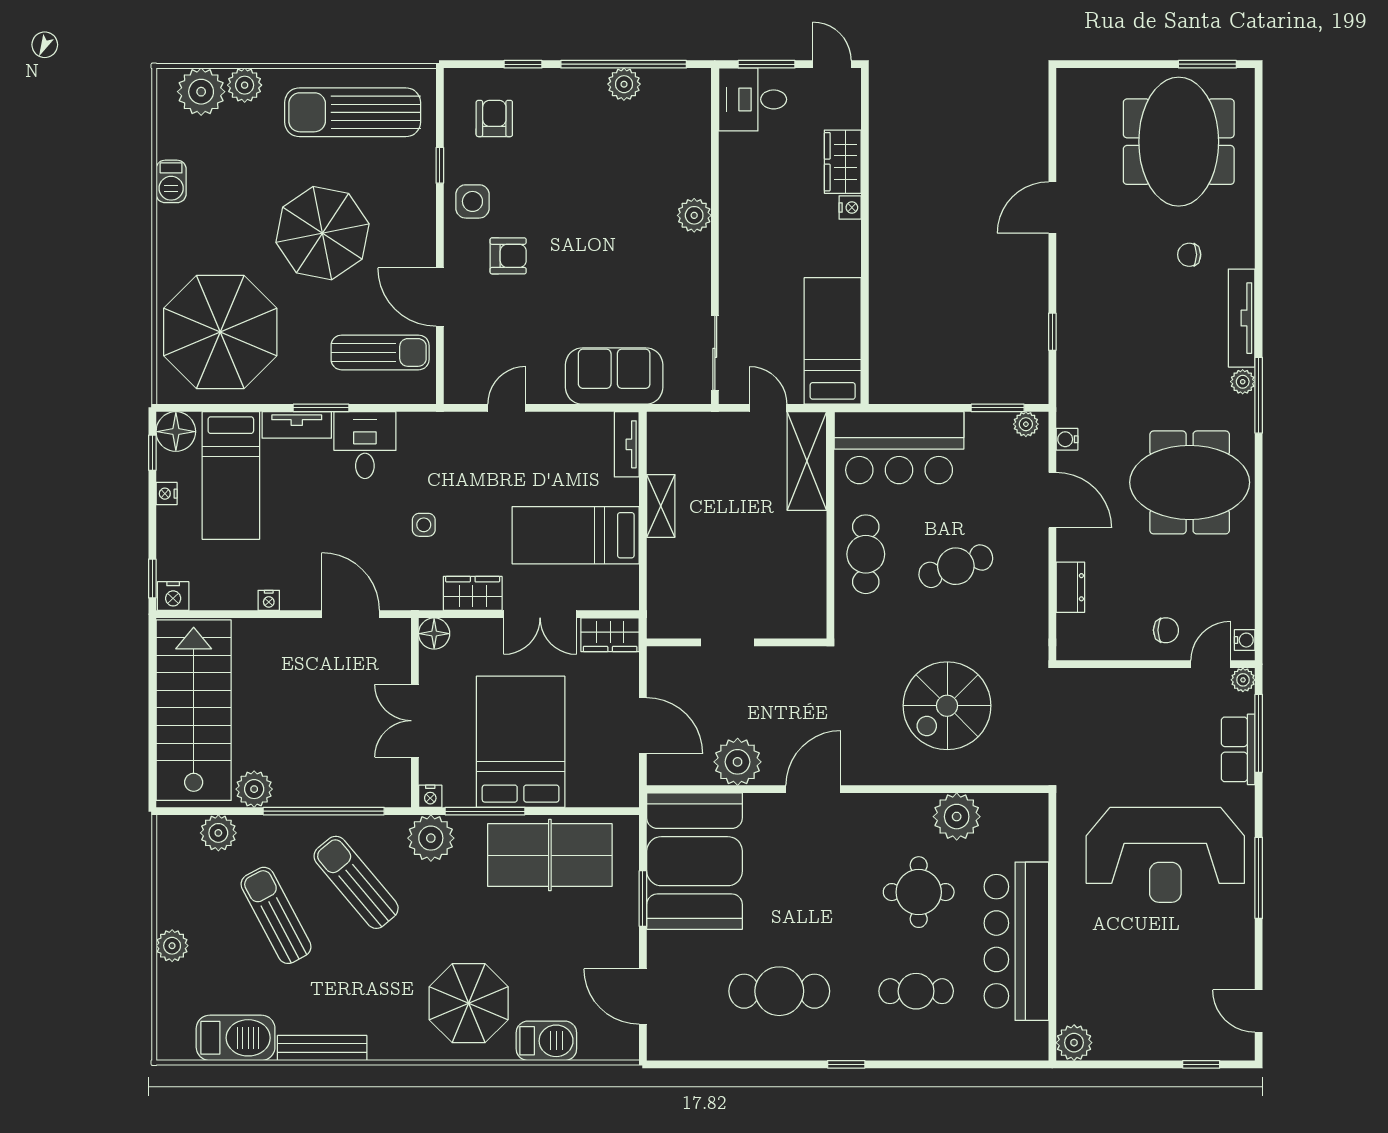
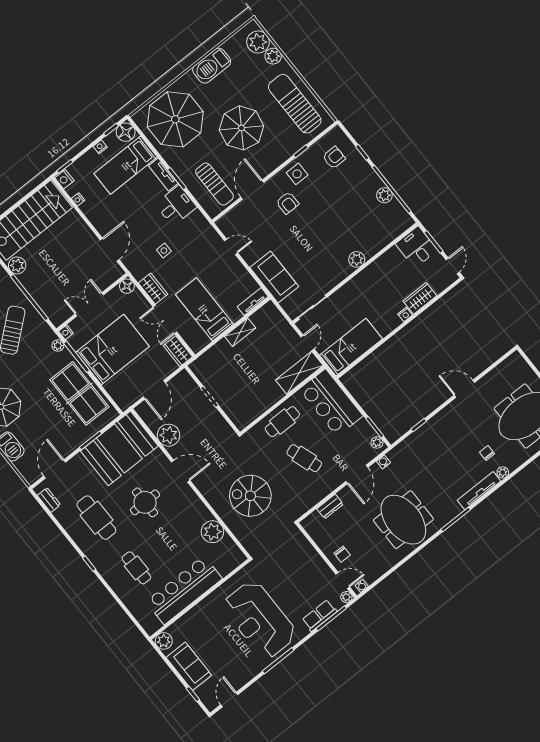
barbecue: (171, 181) -> (212, 66), width x1.88, depth x1.53
plant: (1243, 382) -> (503, 472), moved
nightstand: (269, 600) -> (78, 199), moved
plant: (431, 838) -> (58, 346), width x0.53, depth x0.53
round table: (919, 892) -> (145, 502), moved
sofa: (1149, 1034) -> (189, 666), added
dresser: (687, 1047) -> (49, 500), added

